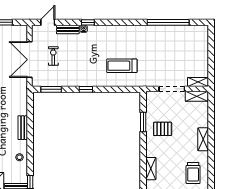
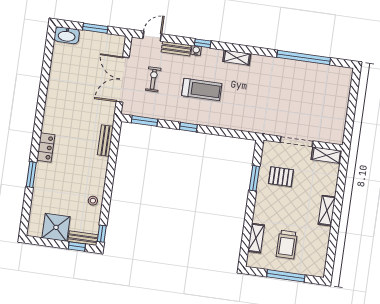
treadmill: (122, 66) -> (202, 90), moved, turned 180
shelving: (198, 82) -> (237, 58), moved
bench: (23, 128) -> (105, 141), moved
pallet: (163, 129) -> (281, 177), moved
trolley: (193, 173) -> (287, 244), moved

